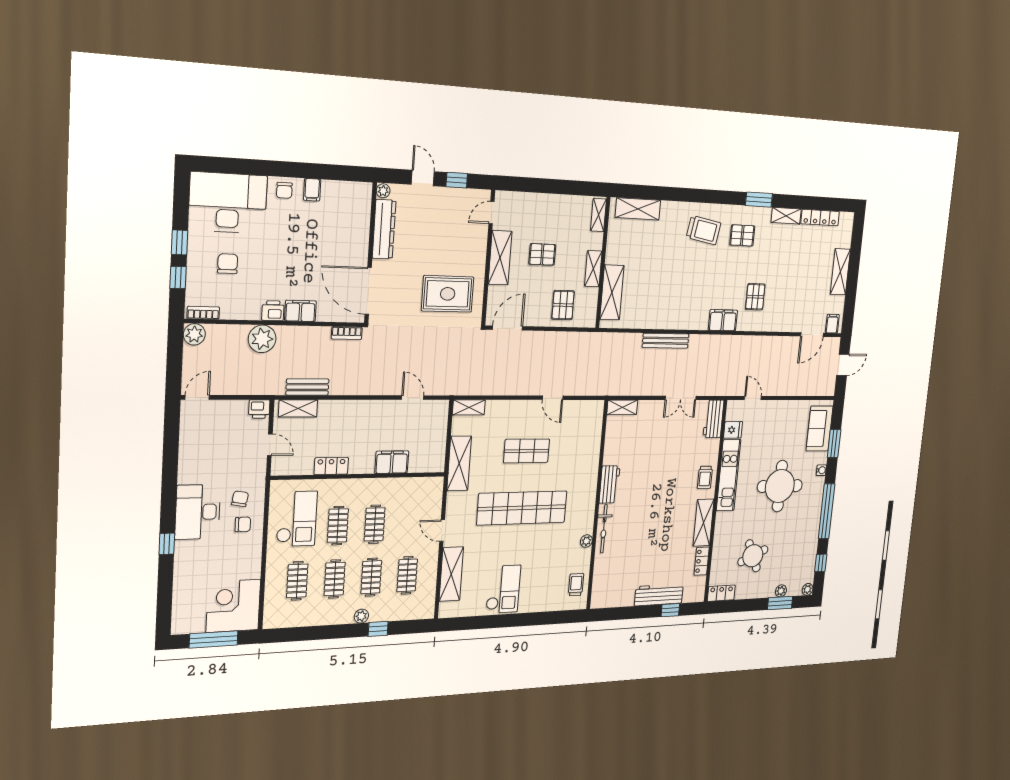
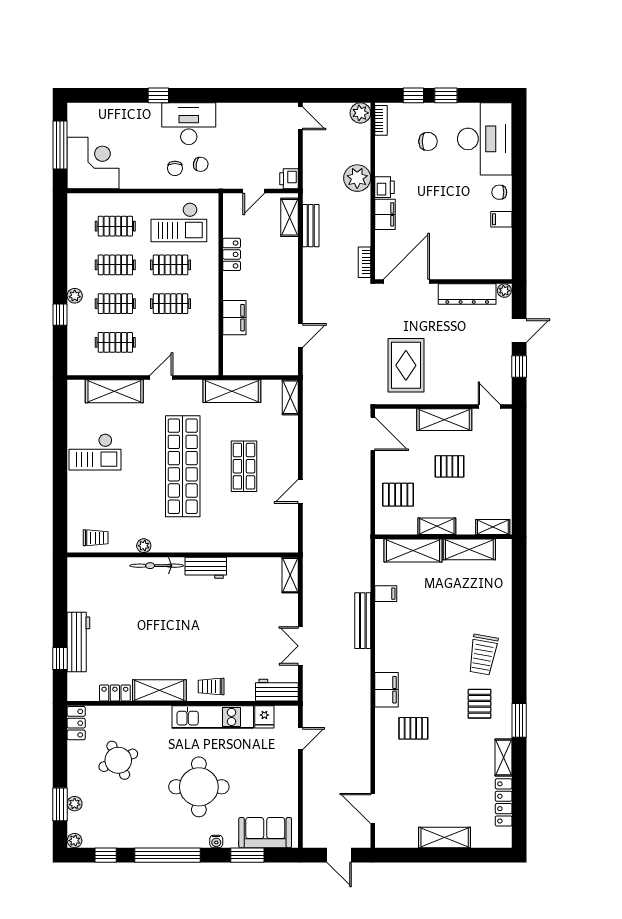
shelving: (638, 209) -> (469, 549), moved, turned 90
pallet: (542, 254) -> (450, 466), turned 90
filing cabinet: (832, 324) -> (386, 594), moved

